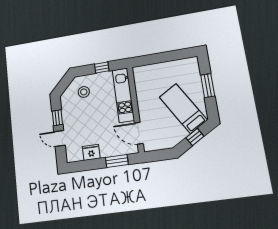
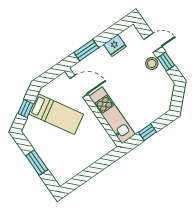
stool: (84, 92) -> (152, 63), moved
bed: (183, 108) -> (56, 114), moved

